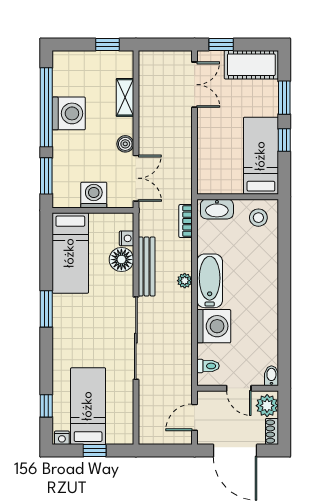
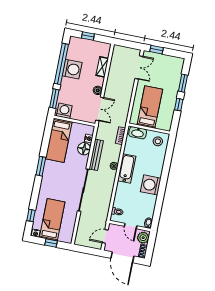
window: (107, 45) -> (88, 36), moved
cot: (251, 65) -> (170, 63), removed
bed: (261, 156) -> (150, 107), moved
washing machine: (94, 195) -> (64, 111), moved
washing machine: (214, 326) -> (151, 185), moved, turned 180

